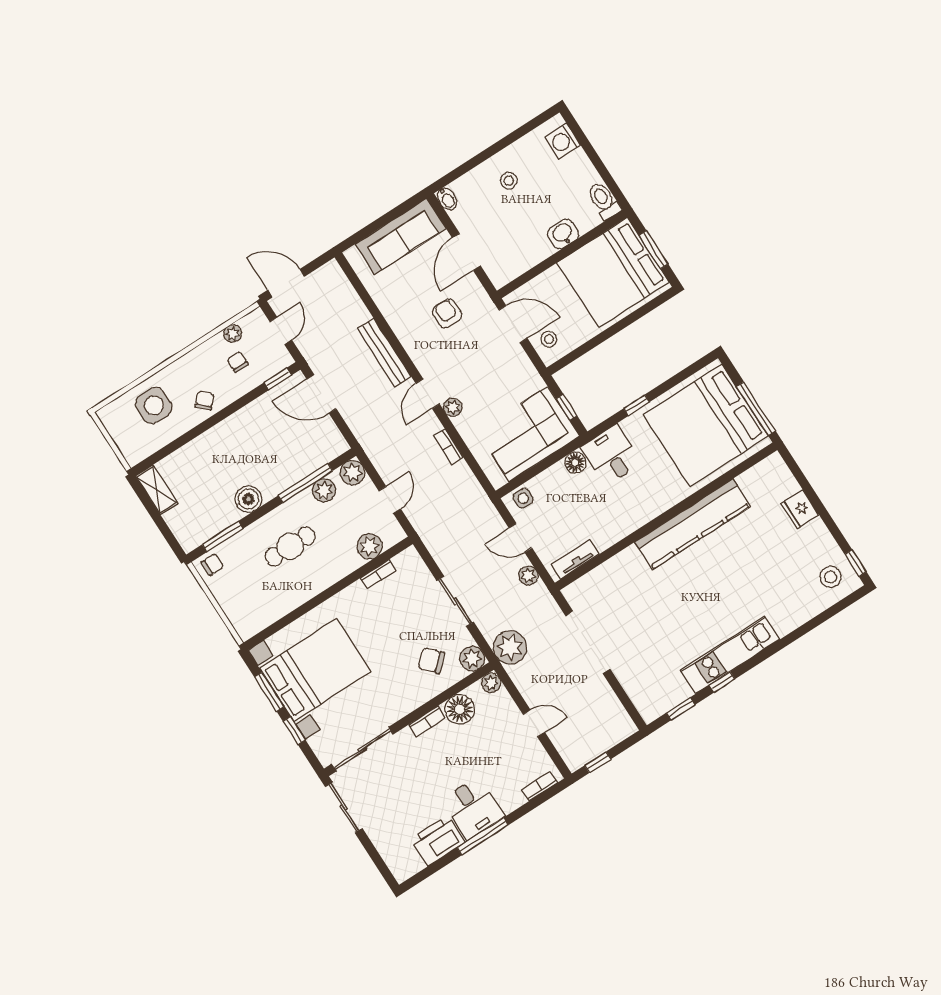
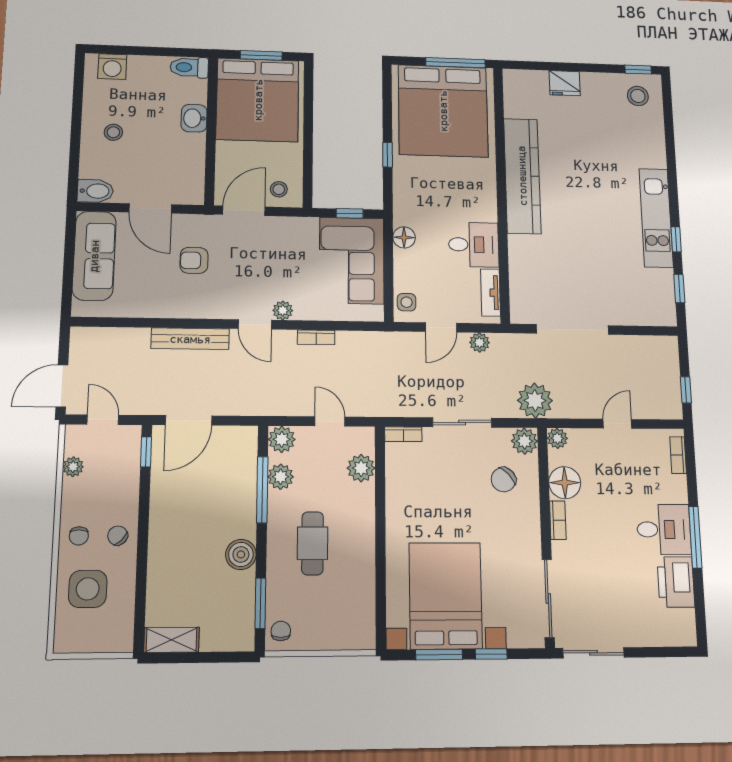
bidet: (447, 199) -> (95, 191), width x1.38, depth x1.36
chair: (237, 362) -> (79, 536), moved, turned -90
desk: (611, 455) -> (474, 245), moved, turned 180
bookcase: (378, 575) -> (403, 434), moved, turned 90

